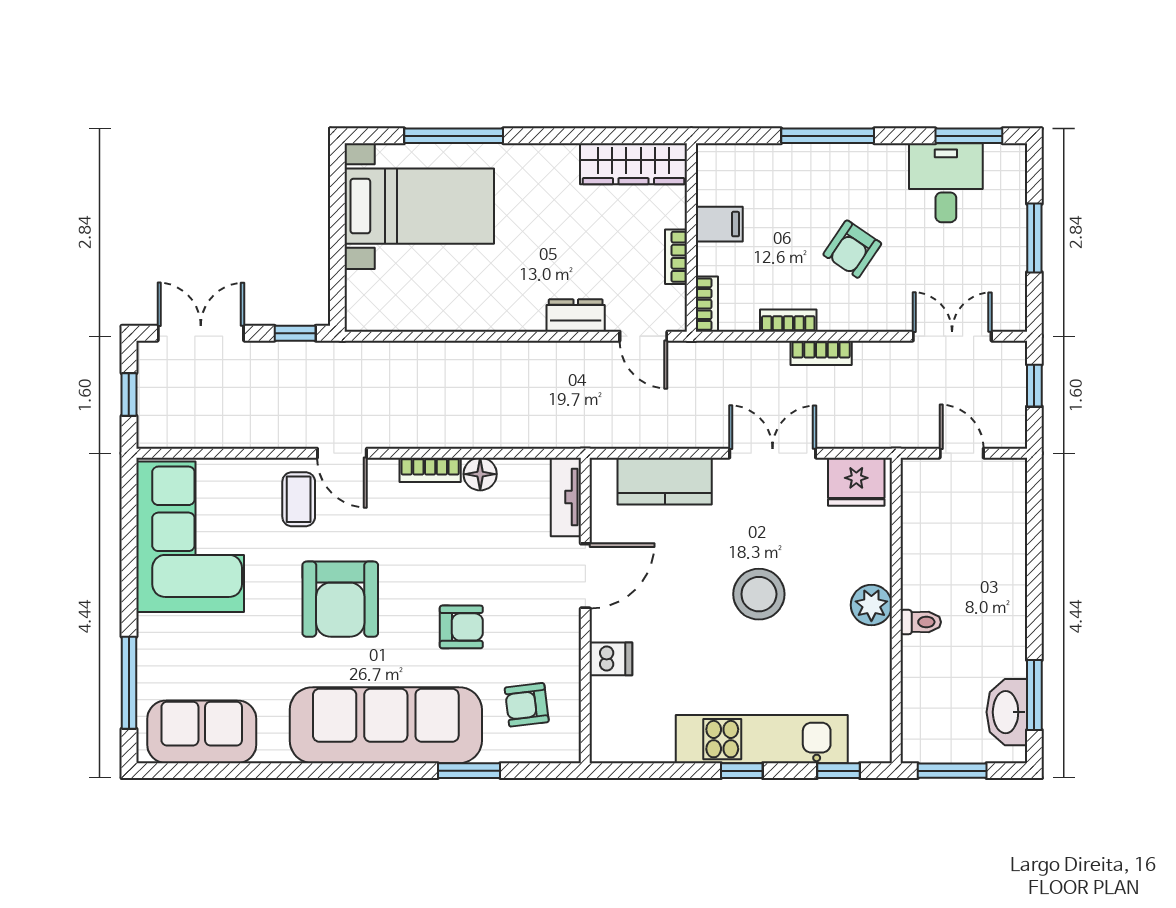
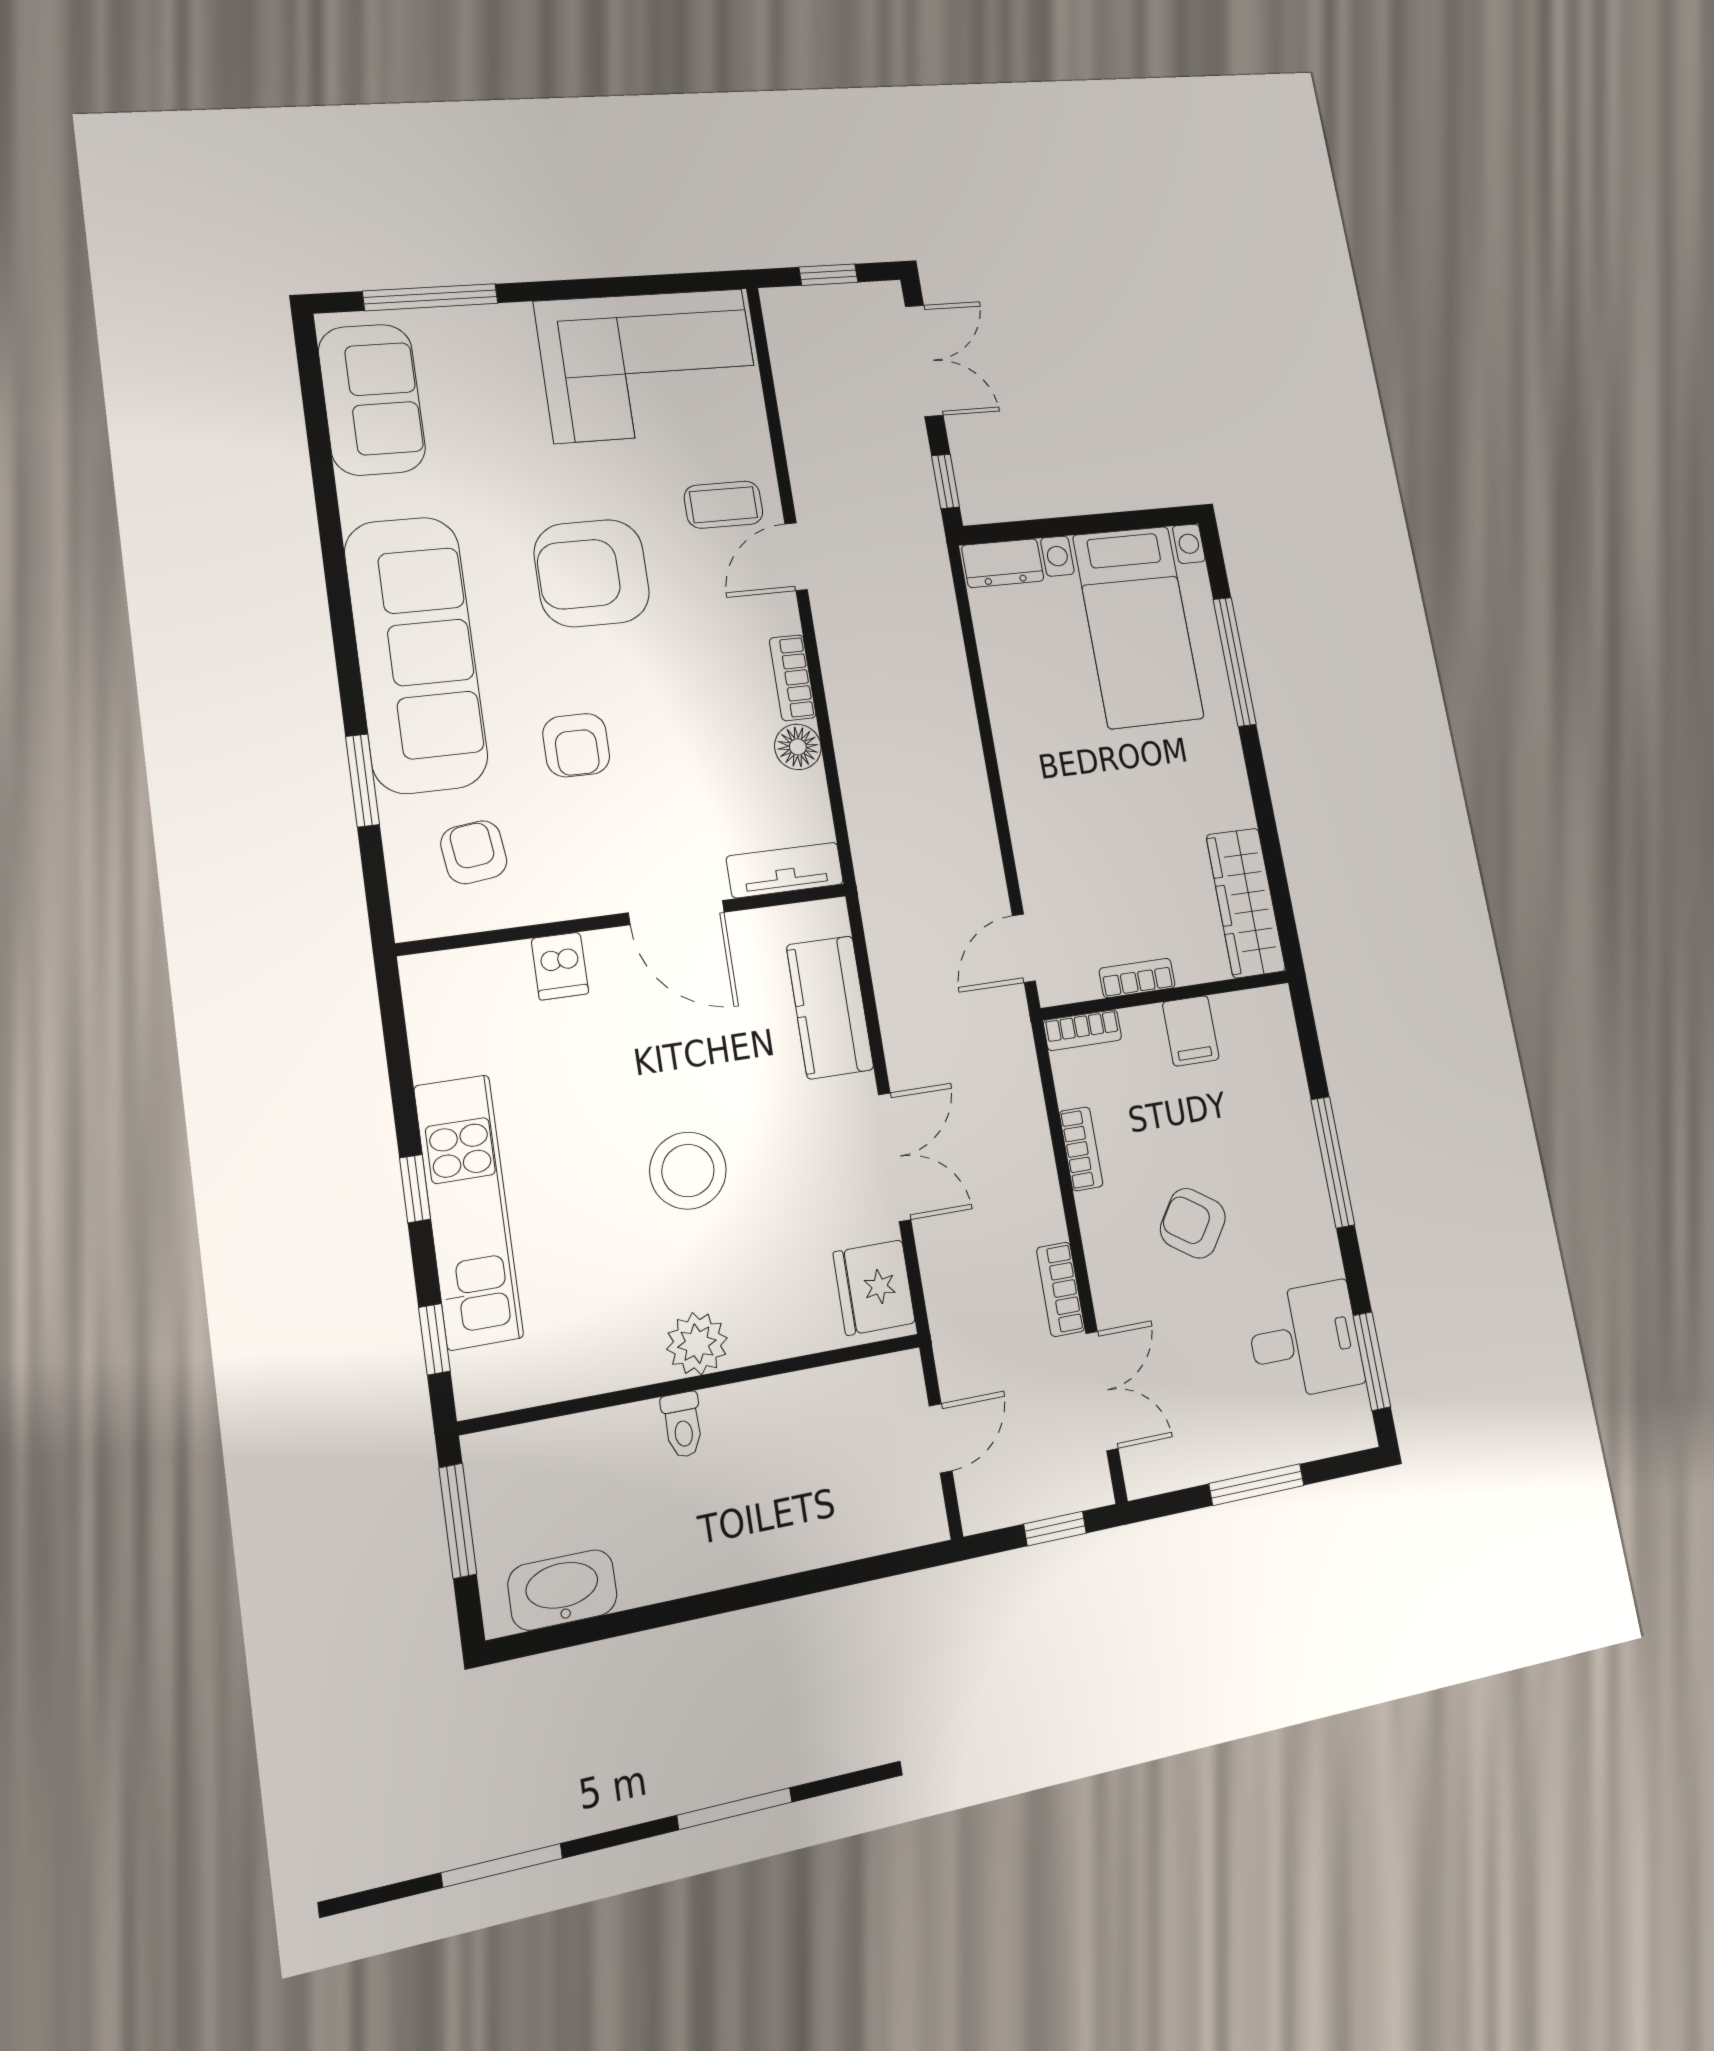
dresser: (576, 315) -> (1003, 563), moved, turned 90
bookcase: (821, 353) -> (1061, 1289), moved
window: (1034, 695) -> (596, 1629), removed

